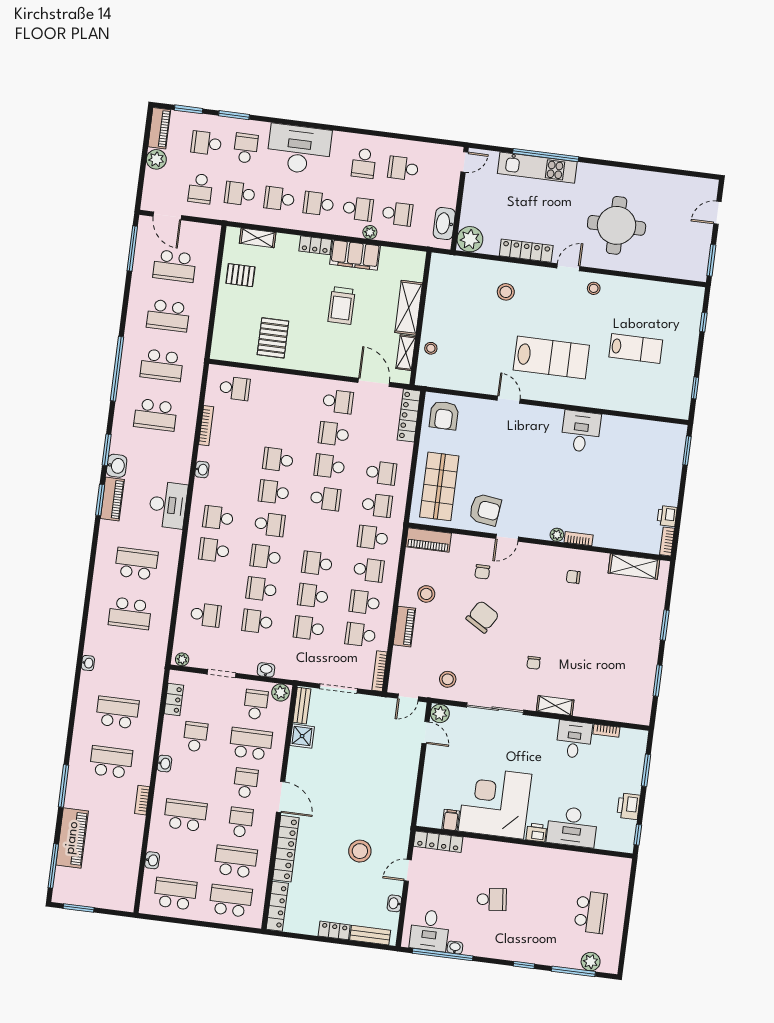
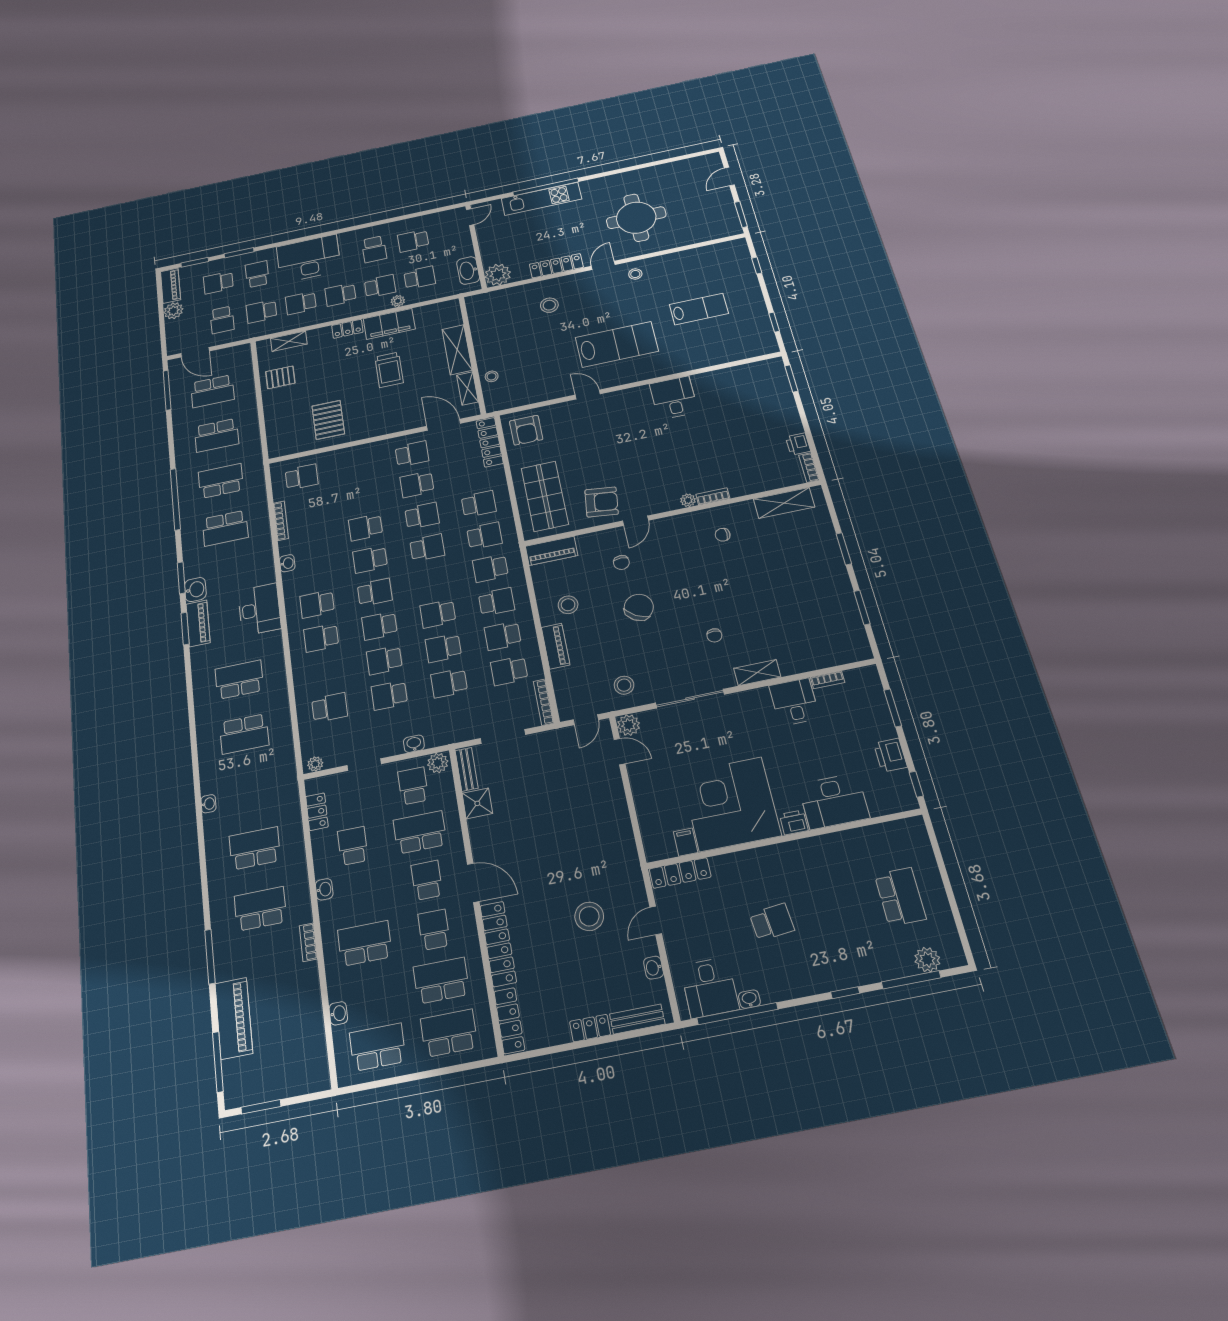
school desk: (162, 365) -> (221, 481), turned 180
school desk: (330, 466) -> (422, 516), turned 180

